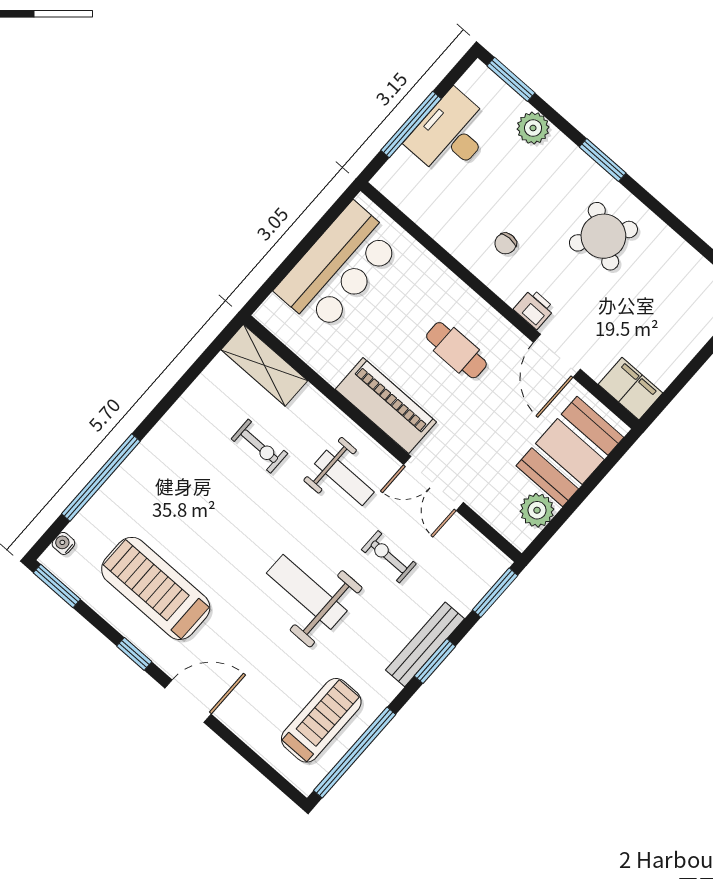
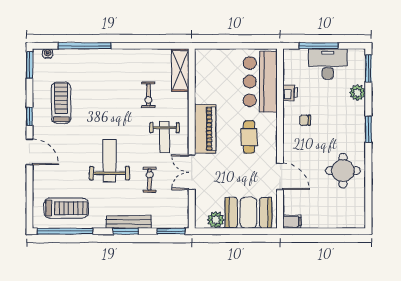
round table: (603, 236) -> (343, 171), moved, turned -34
bar counter: (338, 267) -> (260, 82), moved, turned 90
printer: (534, 309) -> (290, 93), moved
door: (557, 356) -> (280, 176), swing flipped
filing cabinet: (630, 389) -> (292, 222), width x0.50
treadmill: (156, 588) -> (61, 103), width x0.73, depth x0.73

